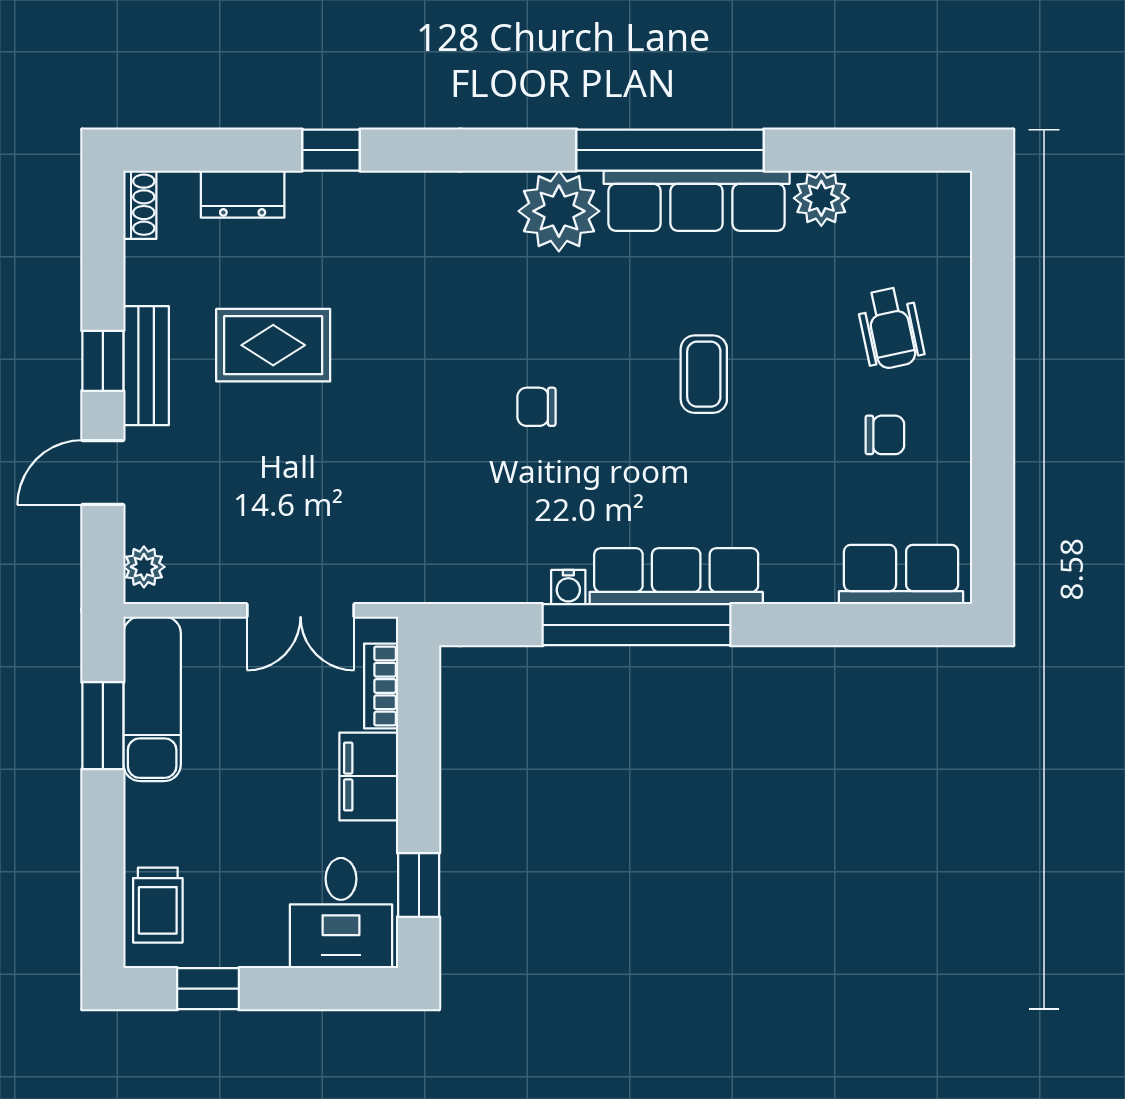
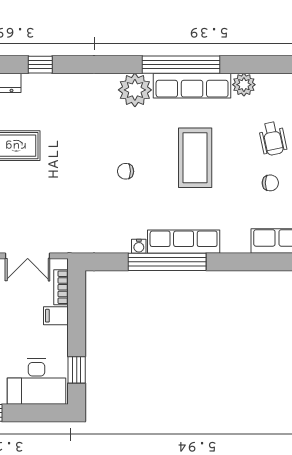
coffee table: (704, 374) -> (195, 158), width x1.86, depth x1.72
filing cabinet: (369, 776) -> (56, 316), width x0.50
desk: (341, 913) -> (36, 382), width x1.37

